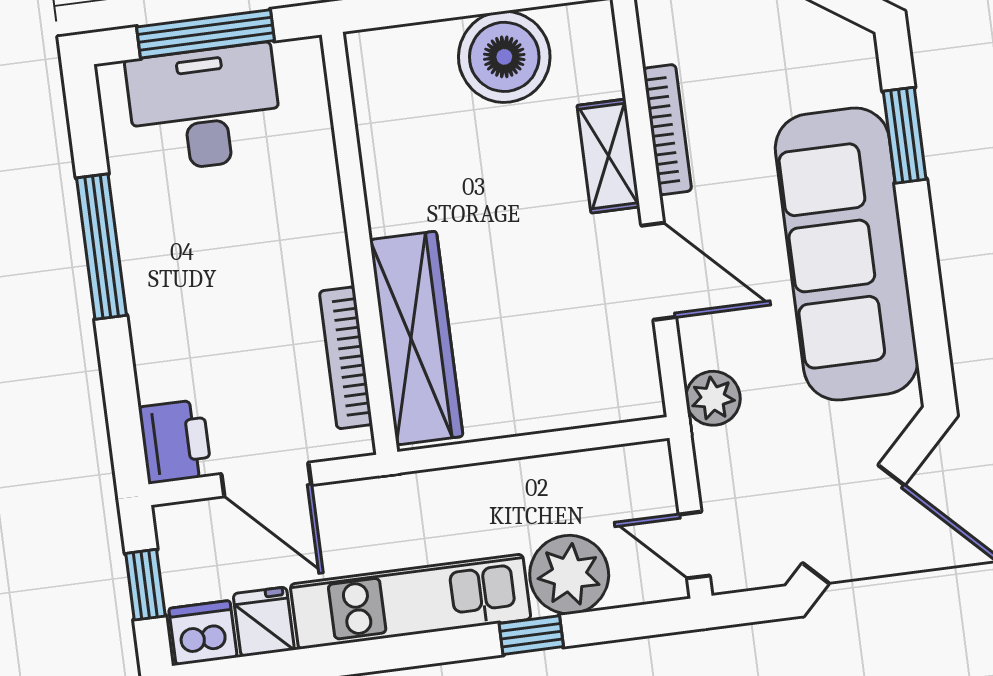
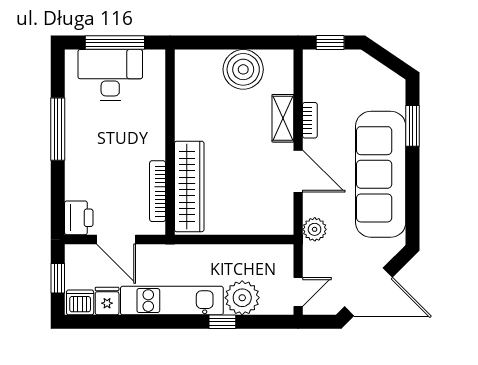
bookcase: (667, 130) -> (310, 120), width x0.64
door: (694, 545) -> (298, 292), swing flipped

